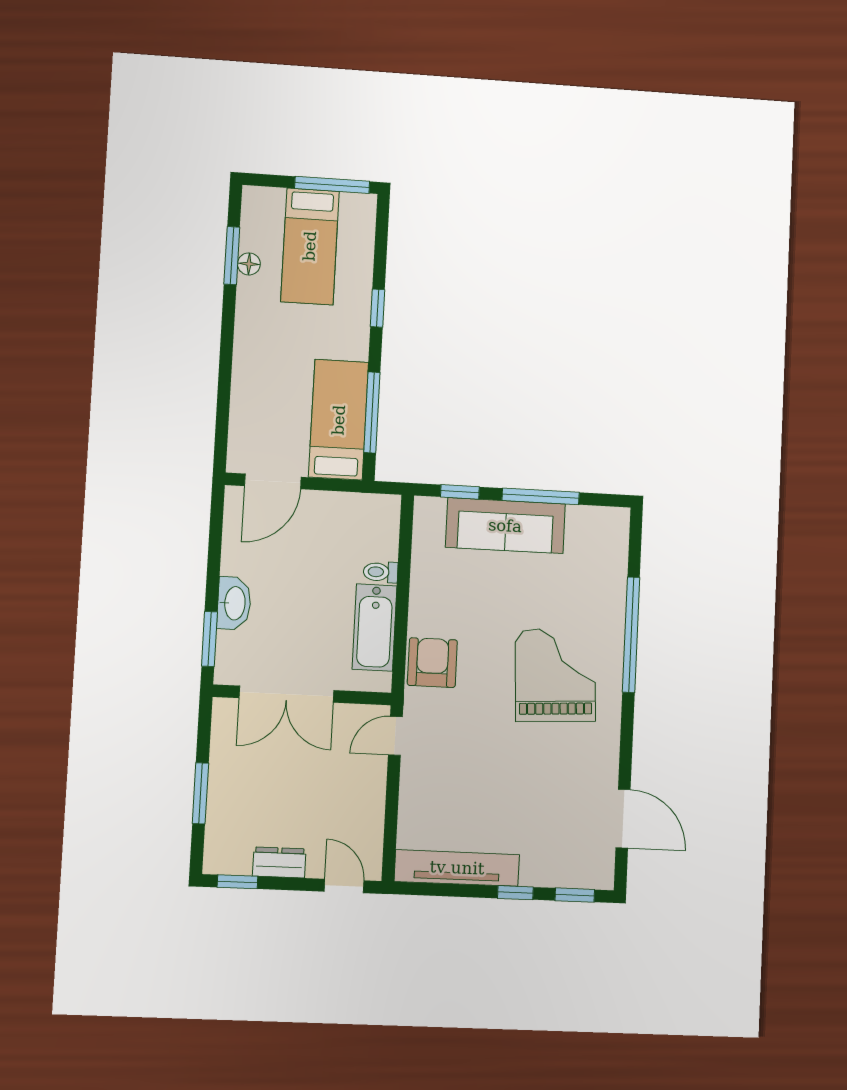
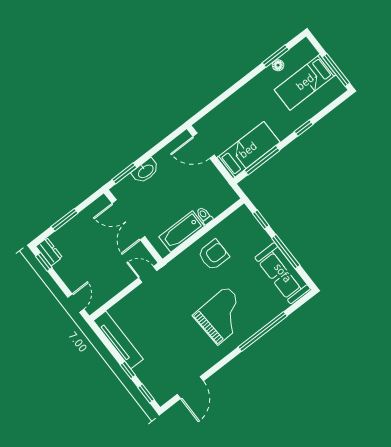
sofa: (505, 526) -> (283, 273), moved
armchair: (432, 663) -> (213, 255), moved
dresser: (279, 862) -> (49, 252), moved

